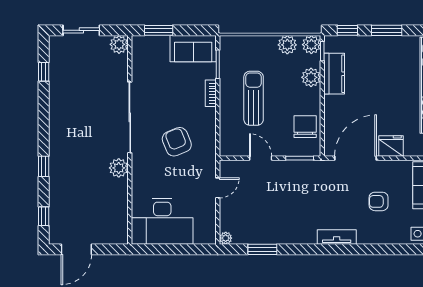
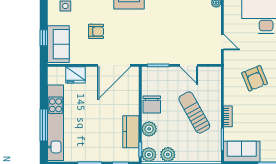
sun lounger: (254, 98) -> (194, 112), turned 151
chair: (305, 127) -> (152, 105), moved
fridge: (391, 146) -> (75, 75), moved
door: (218, 188) -> (222, 42), swing flipped

